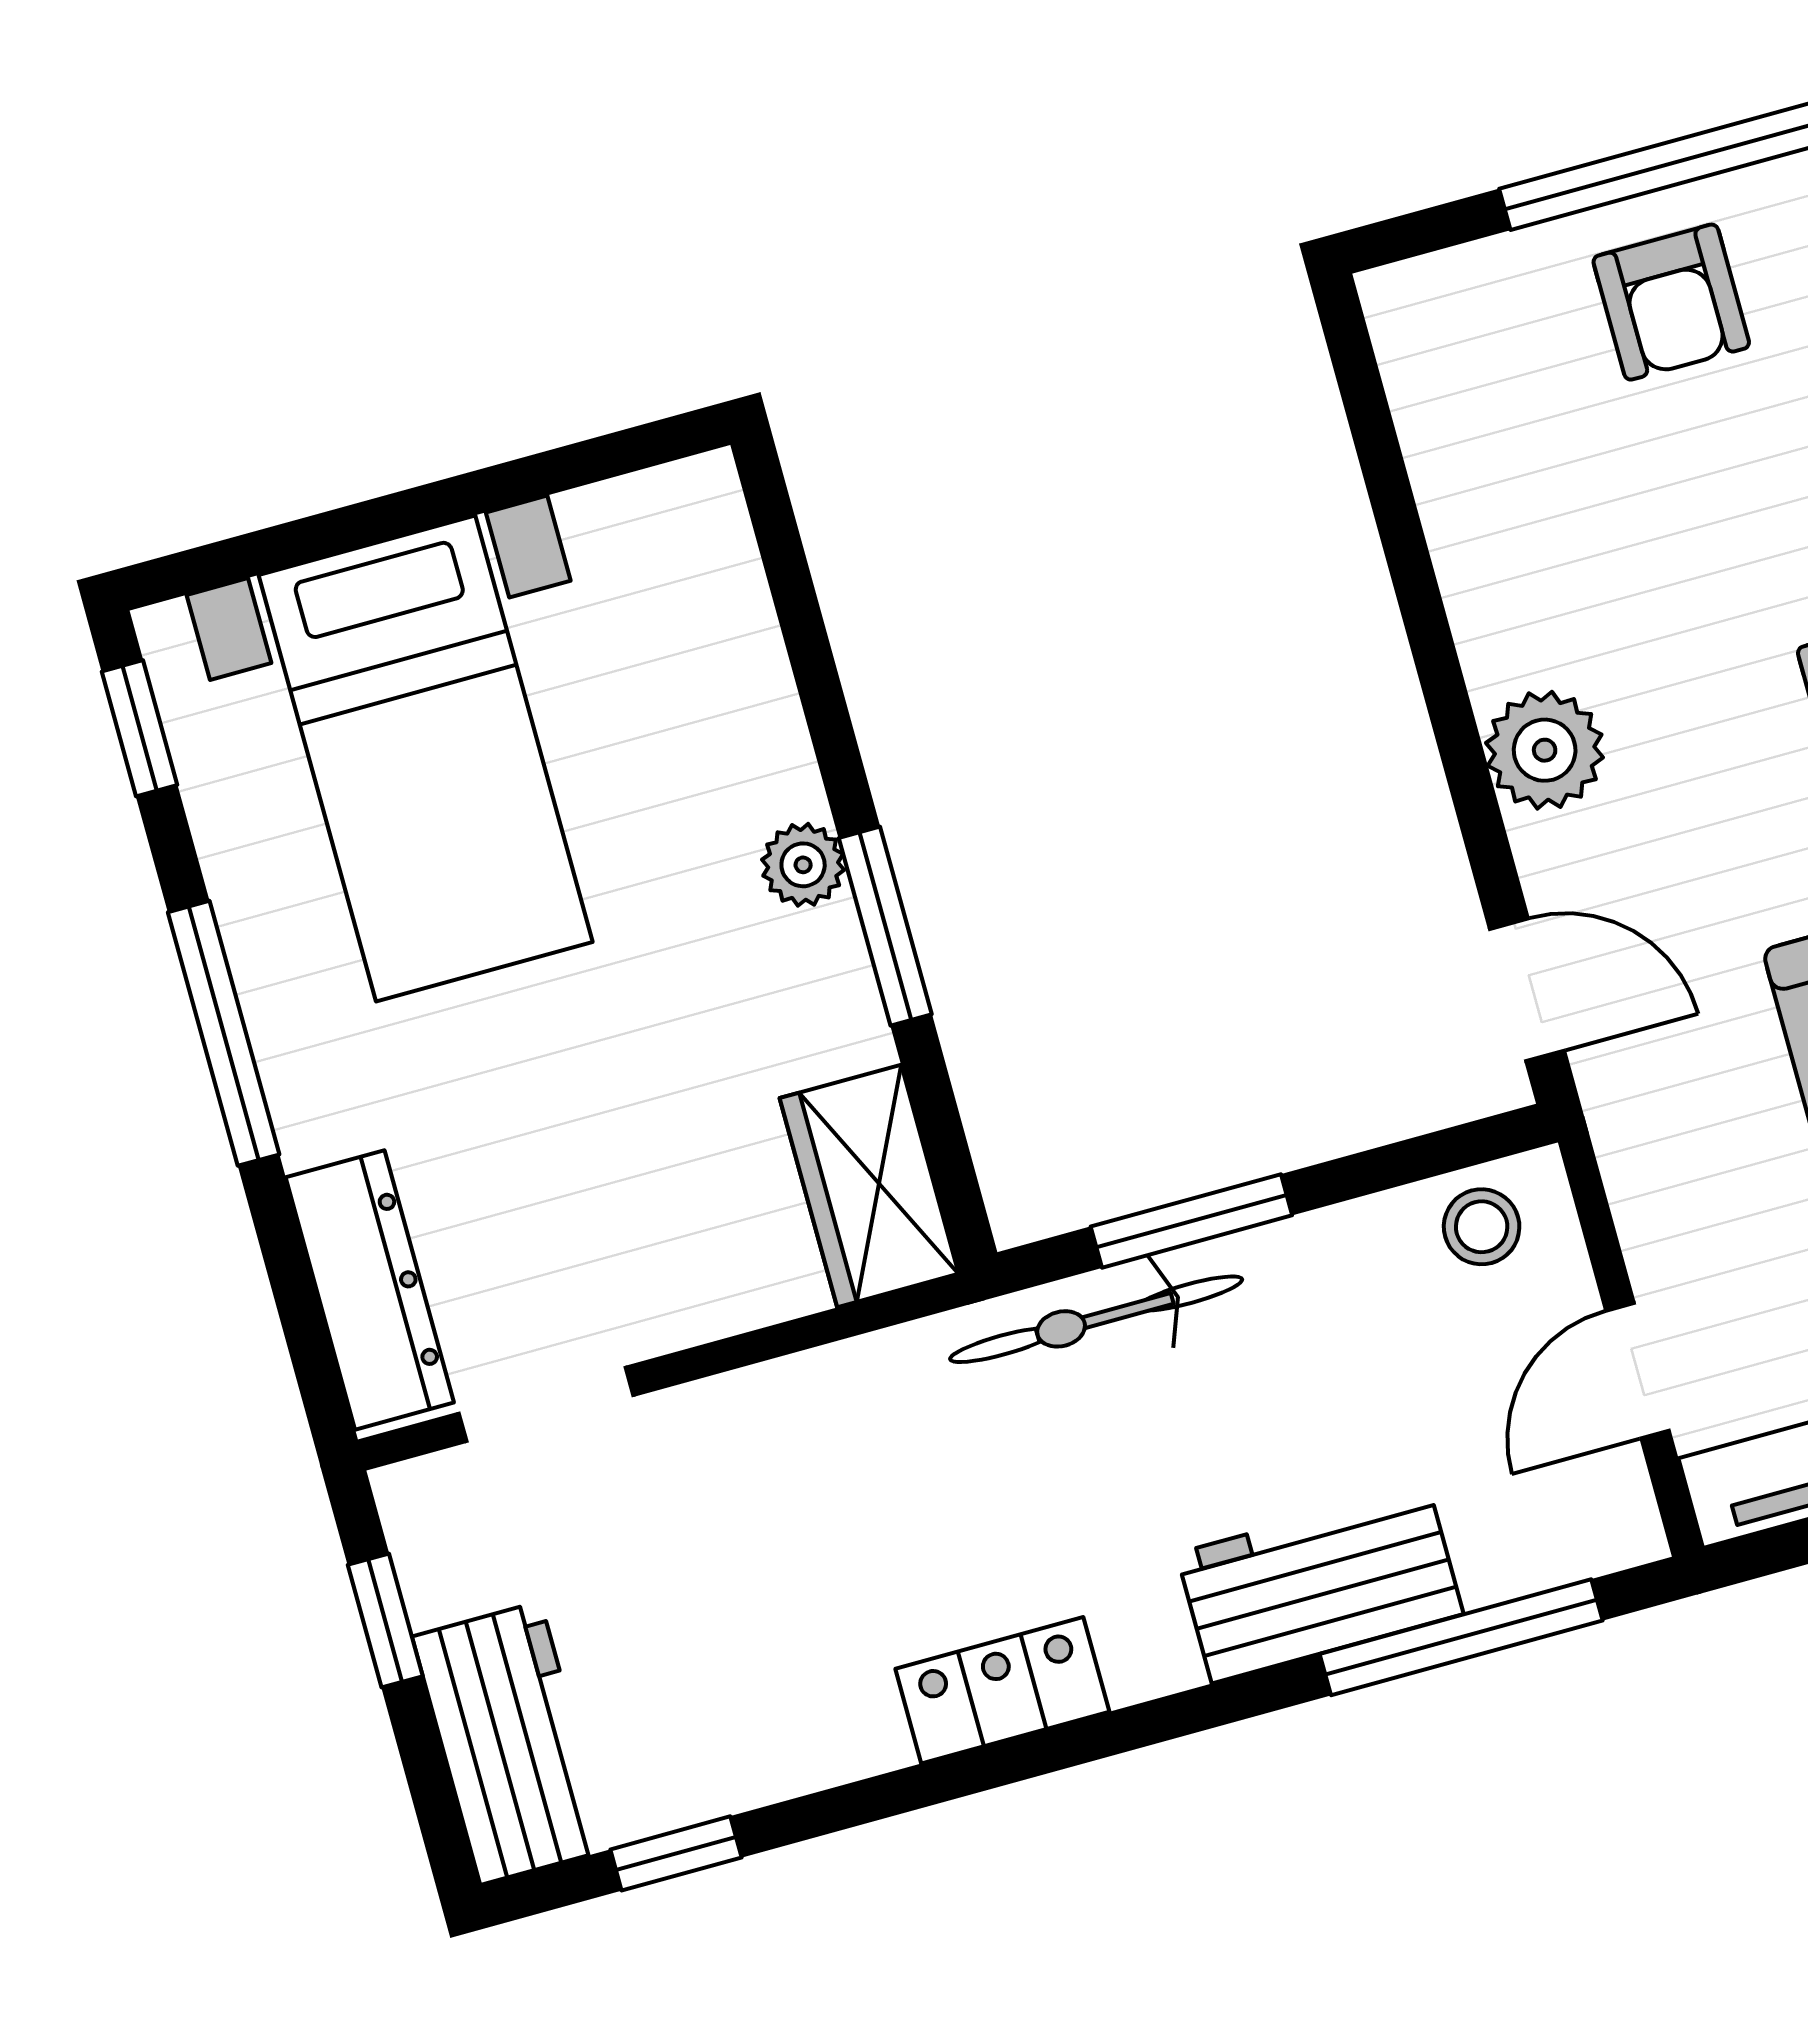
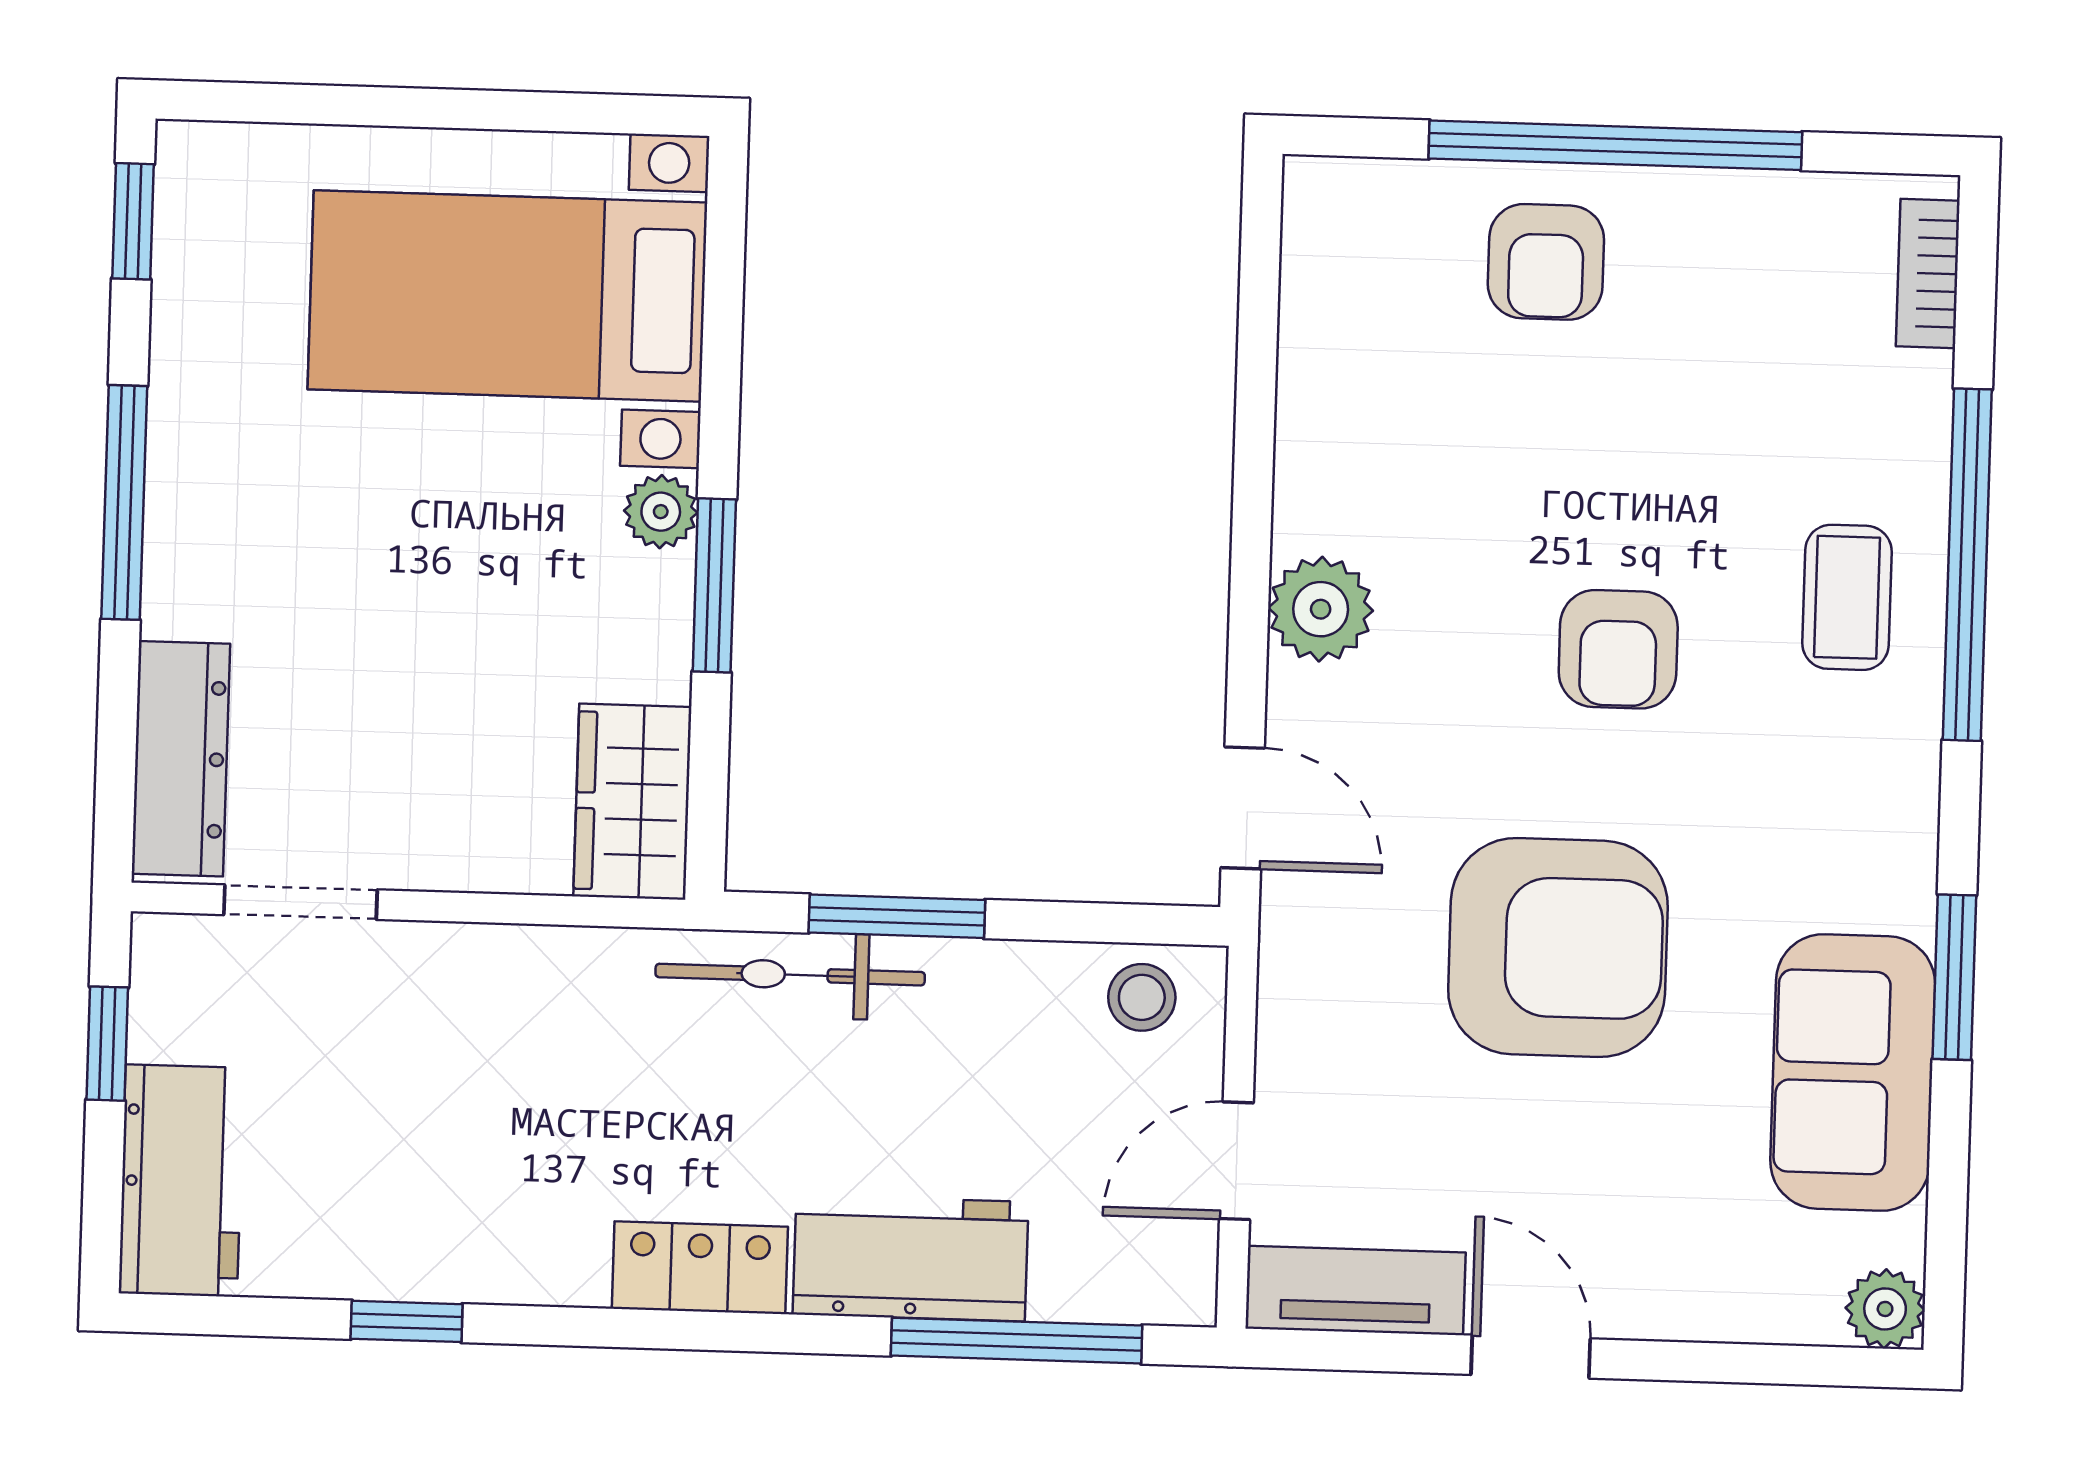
bed with nightstands: (426, 758) -> (507, 296), moved, turned 90
locker: (1002, 1690) -> (700, 1268), moved
window: (676, 1853) -> (407, 1321), moved

